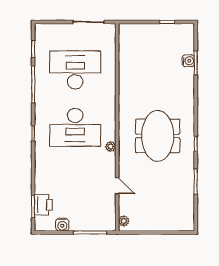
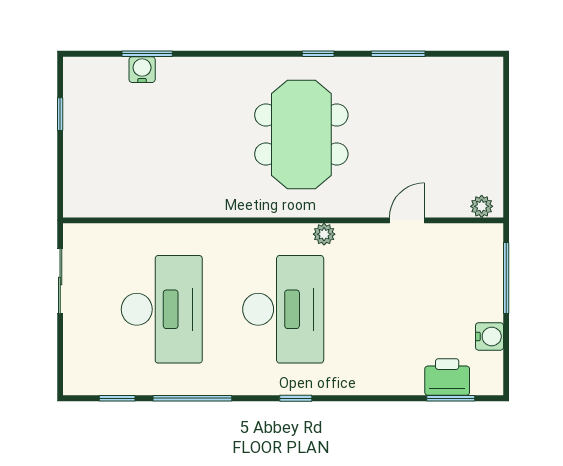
desk: (75, 70) -> (162, 309), turned 180
meeting table: (158, 136) -> (301, 134), turned 90

